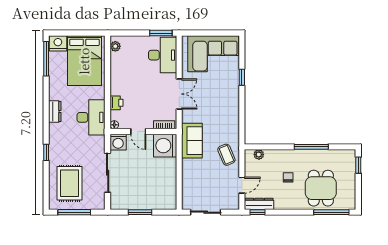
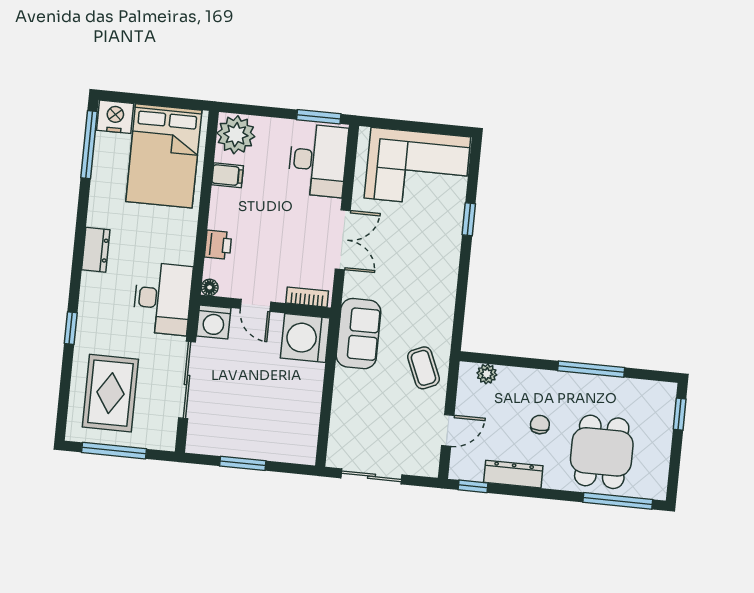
plant: (115, 46) -> (236, 135), width x1.88, depth x1.88
filing cabinet: (118, 67) -> (227, 175), added
desk: (91, 117) -> (162, 299), moved
dresser: (259, 204) -> (513, 474), moved

